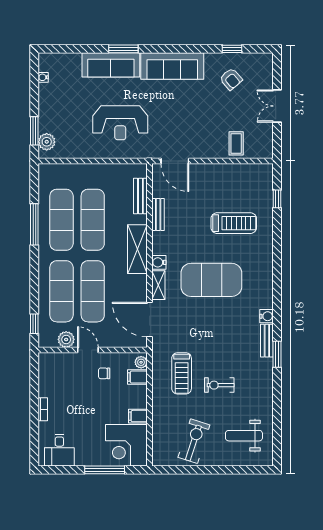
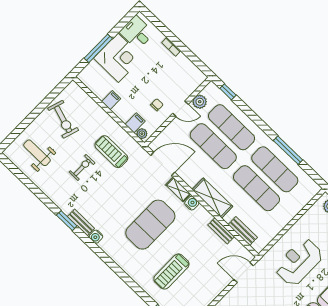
weight bench: (244, 436) -> (37, 153), turned -90
corner desk: (126, 445) -> (118, 58), moved, turned 90

